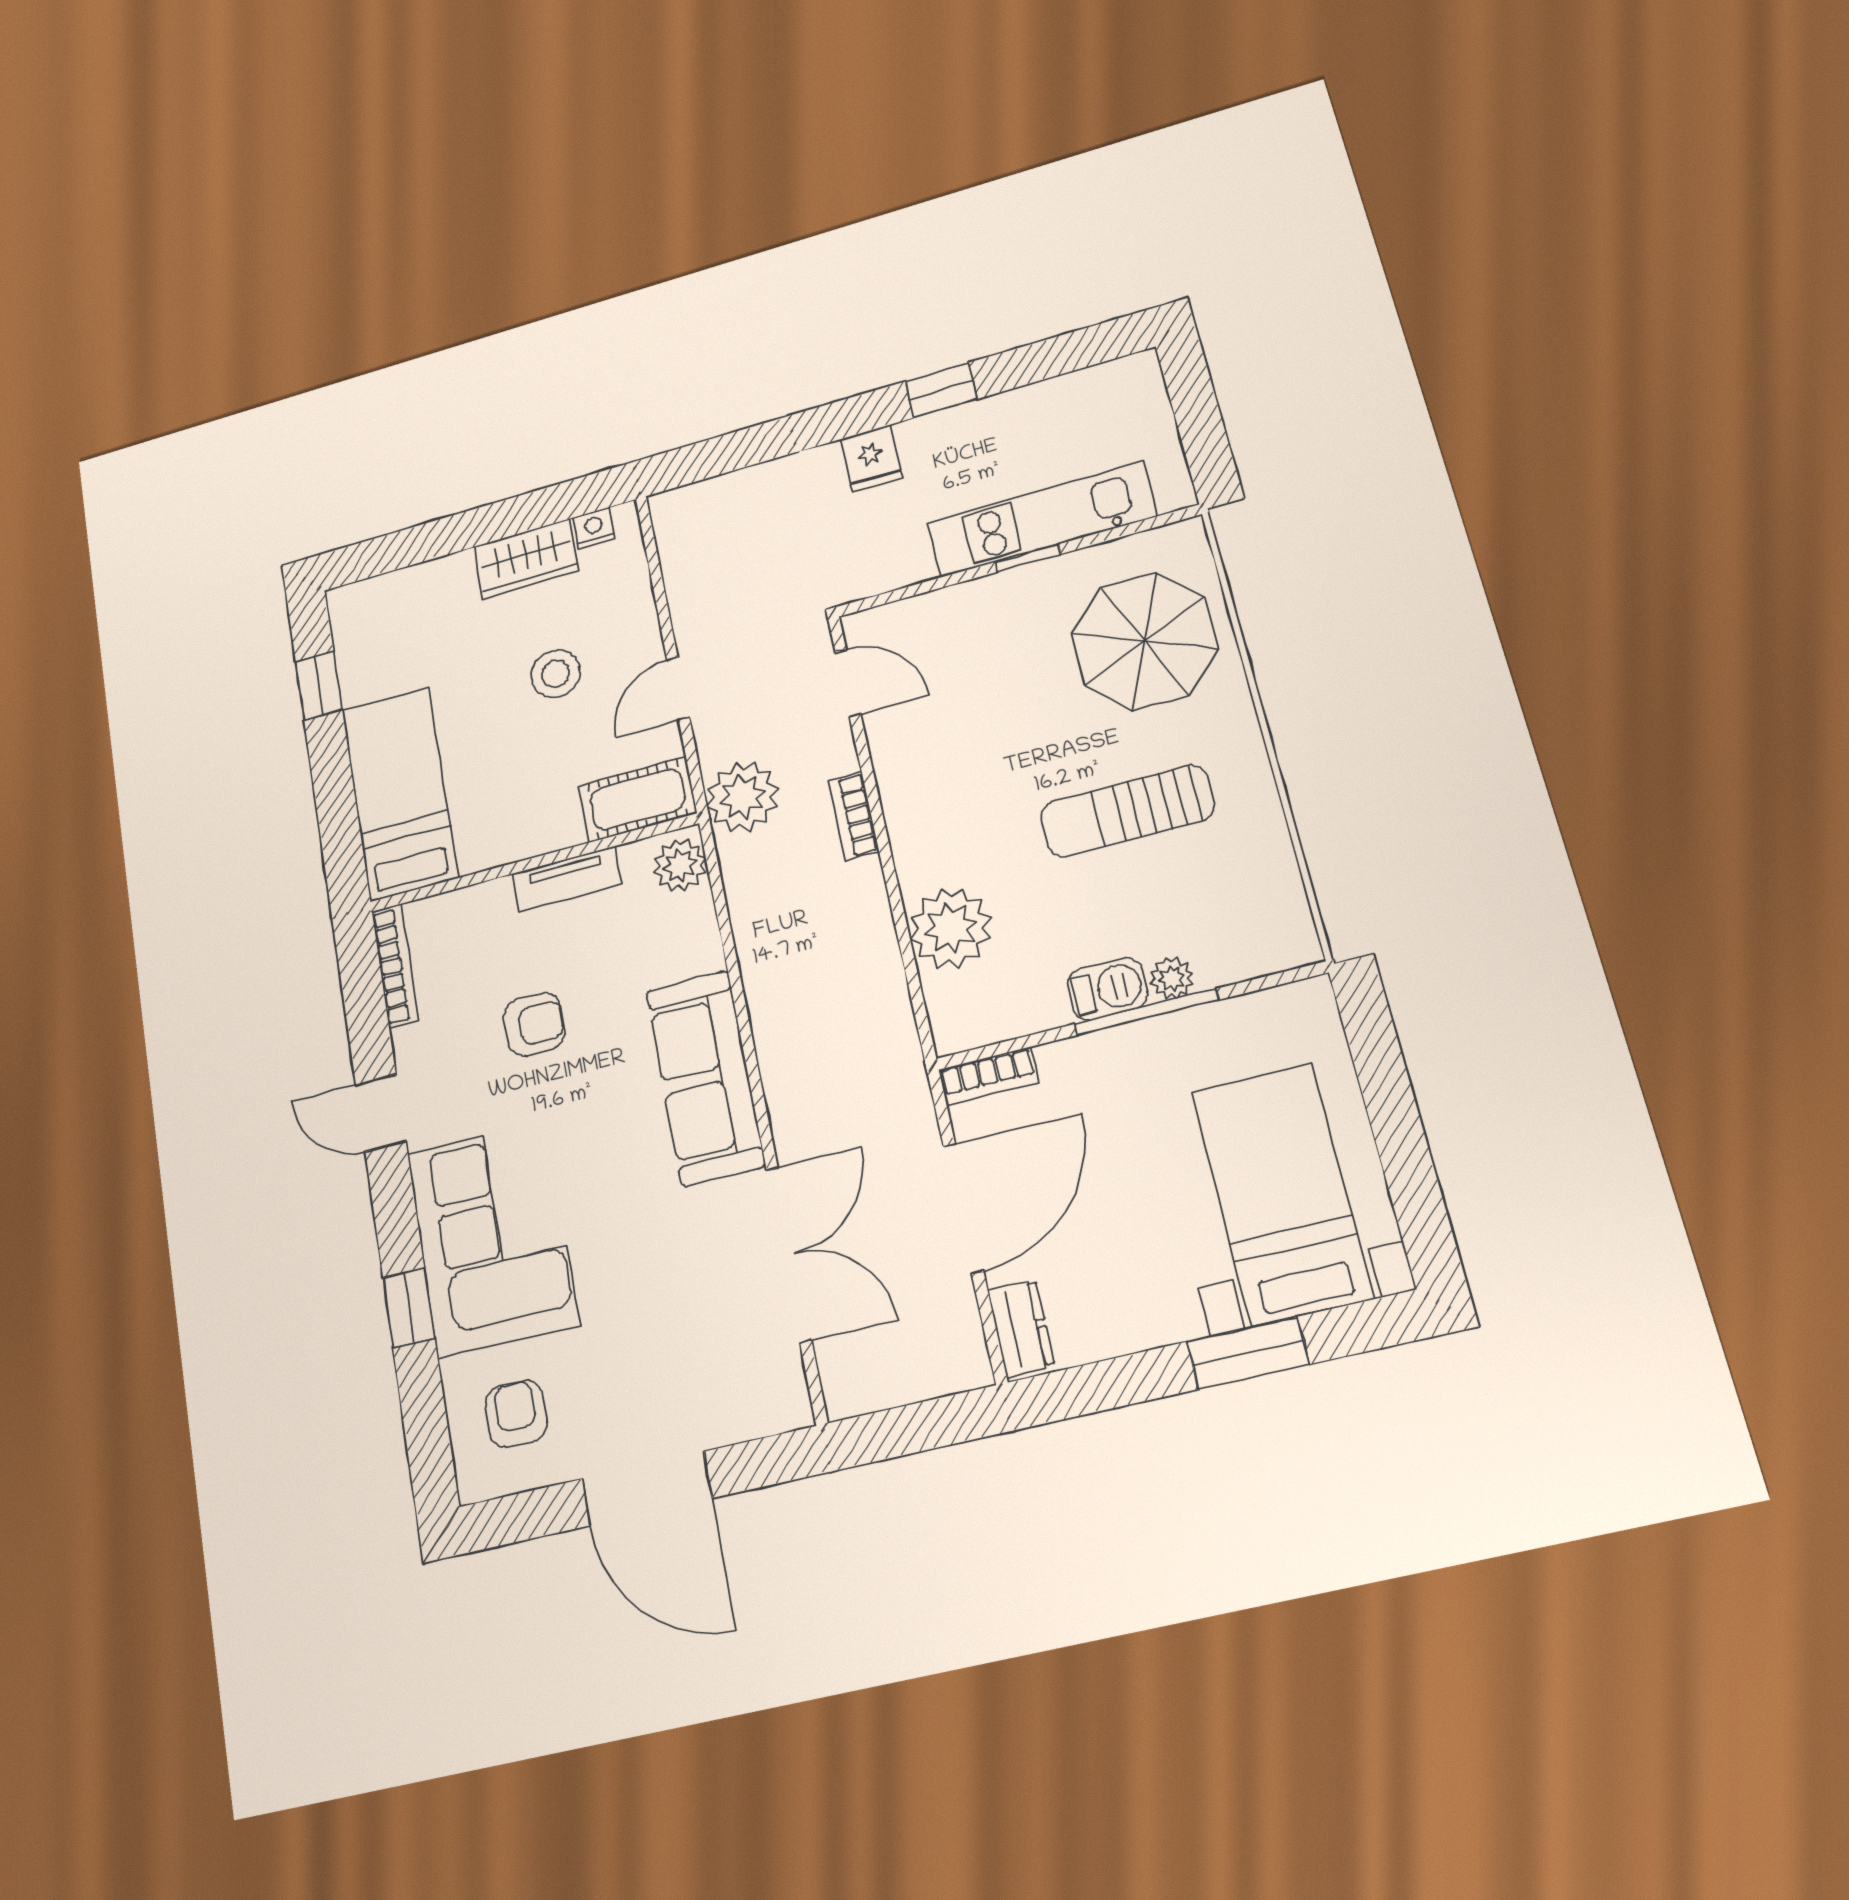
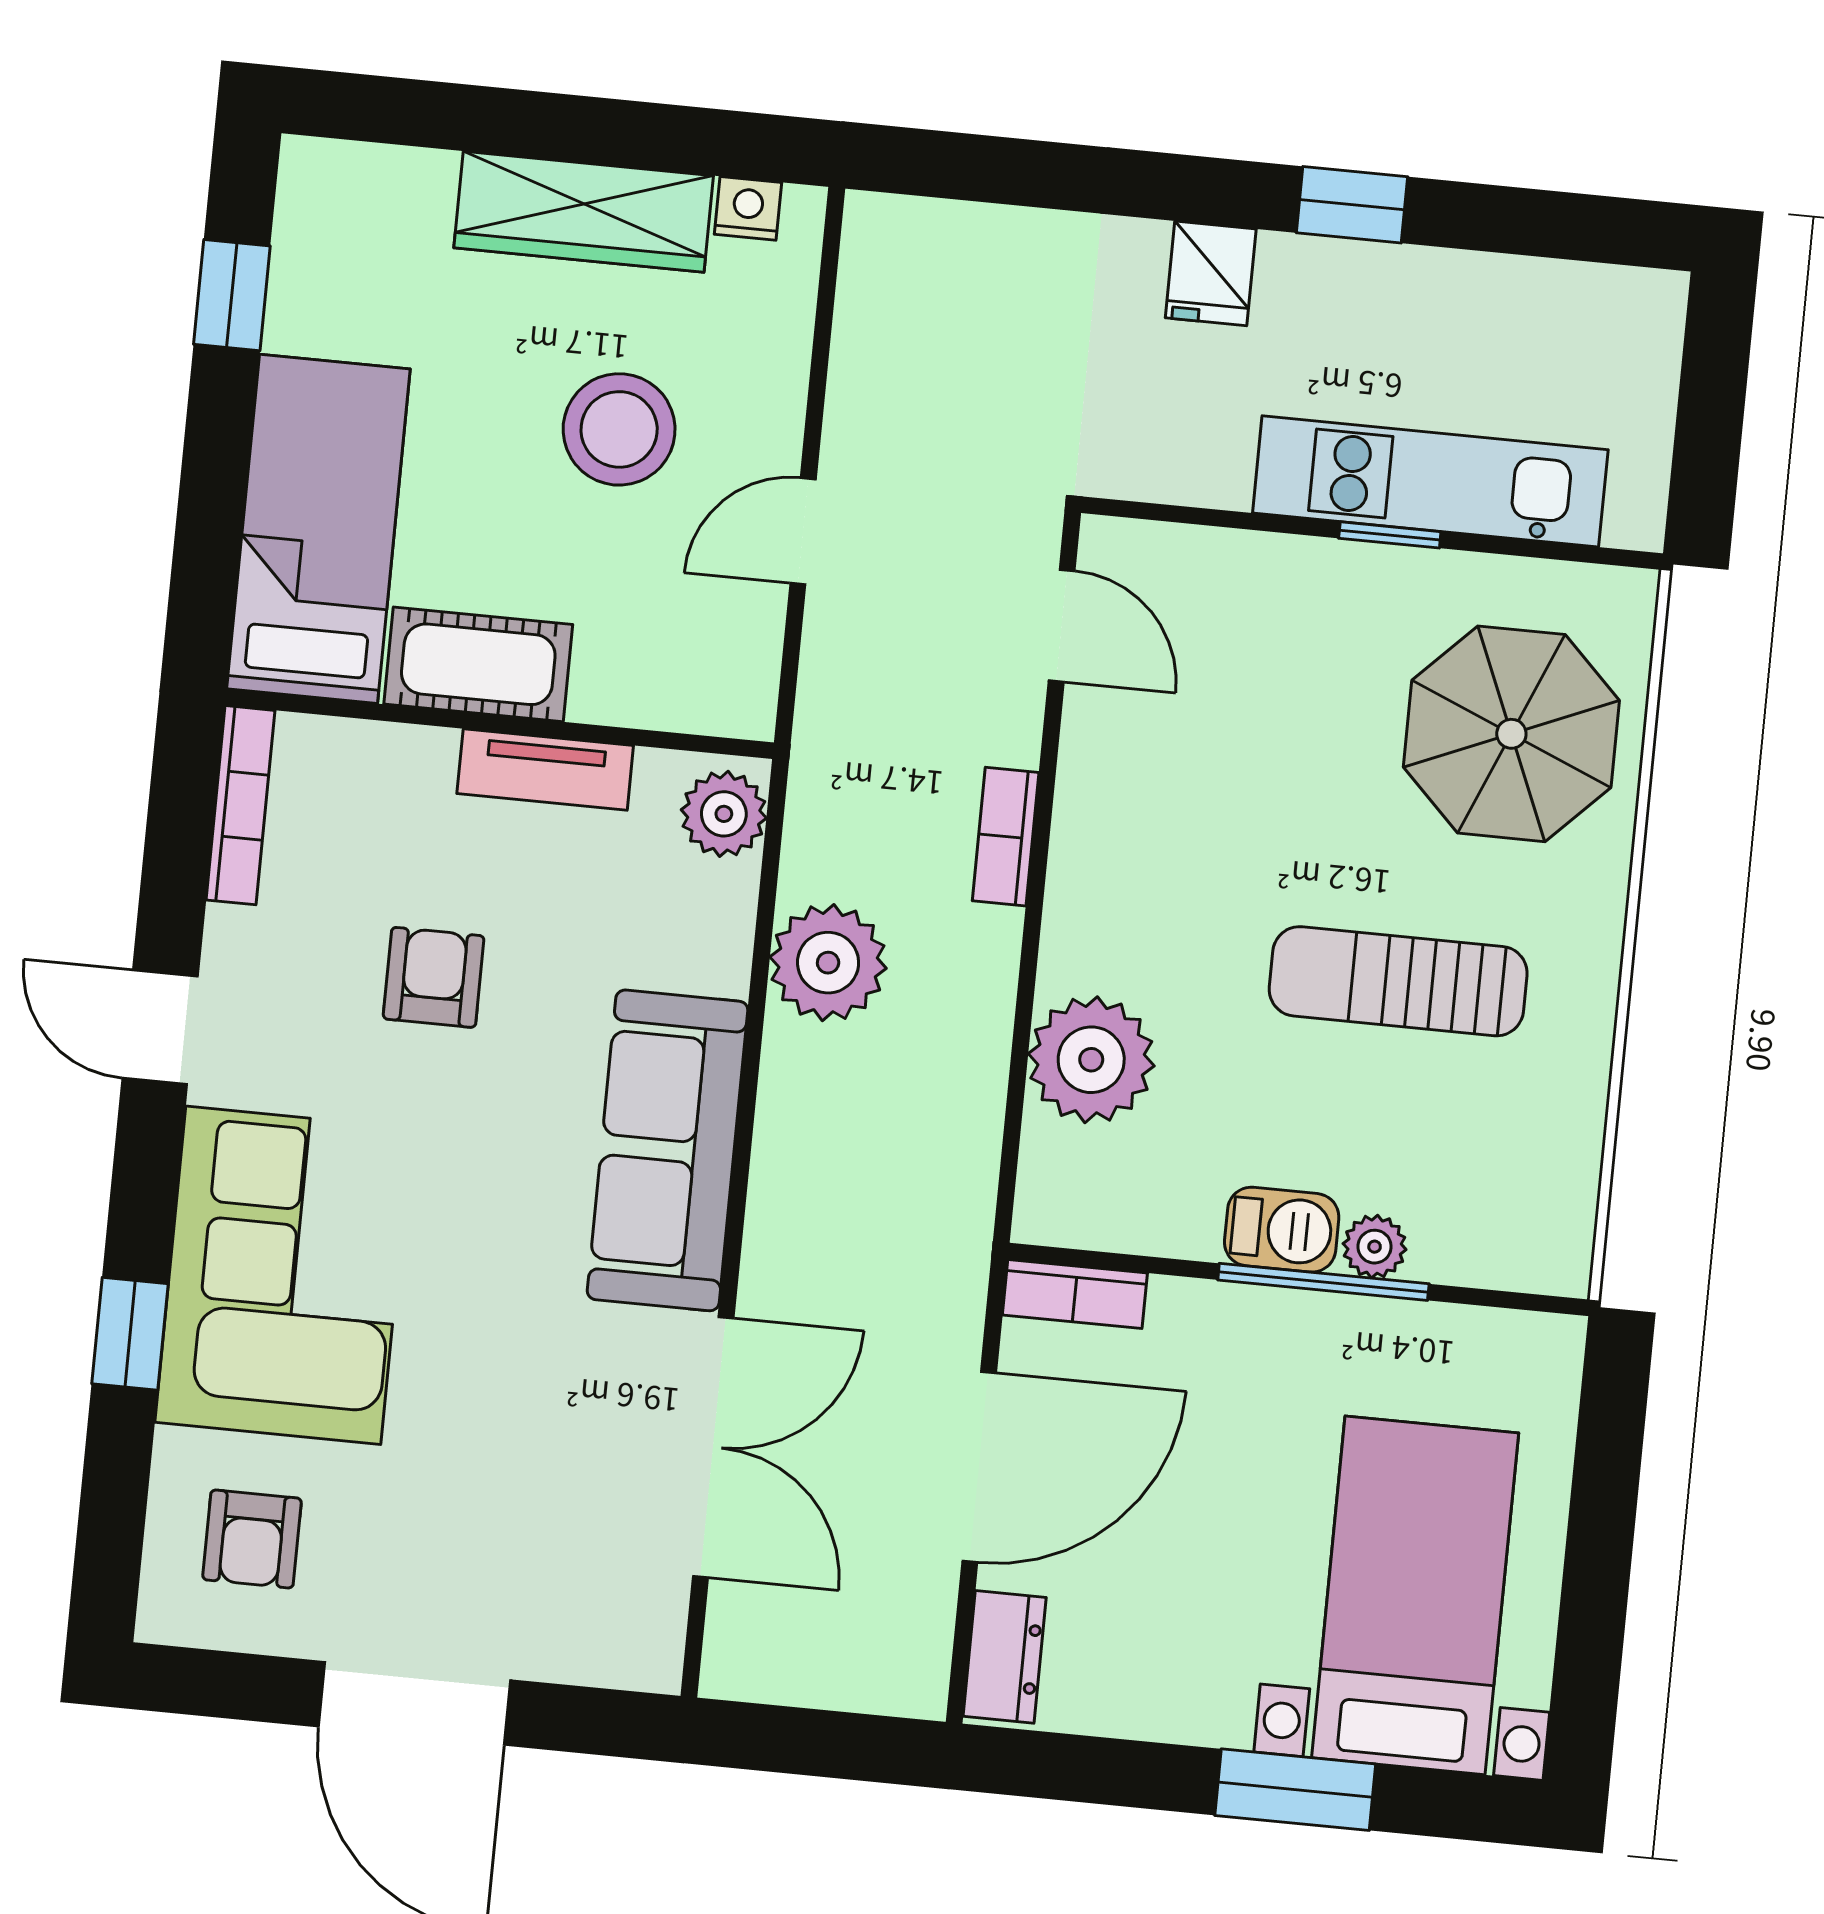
wardrobe: (526, 559) -> (584, 212), width x1.50
stool: (555, 674) -> (619, 429), width x1.38, depth x1.38
plant: (742, 797) -> (828, 963), moved
cot: (637, 799) -> (478, 664), moved
armchair: (534, 1025) -> (434, 977), turned -90
armchair: (516, 1414) -> (252, 1539), turned 180

